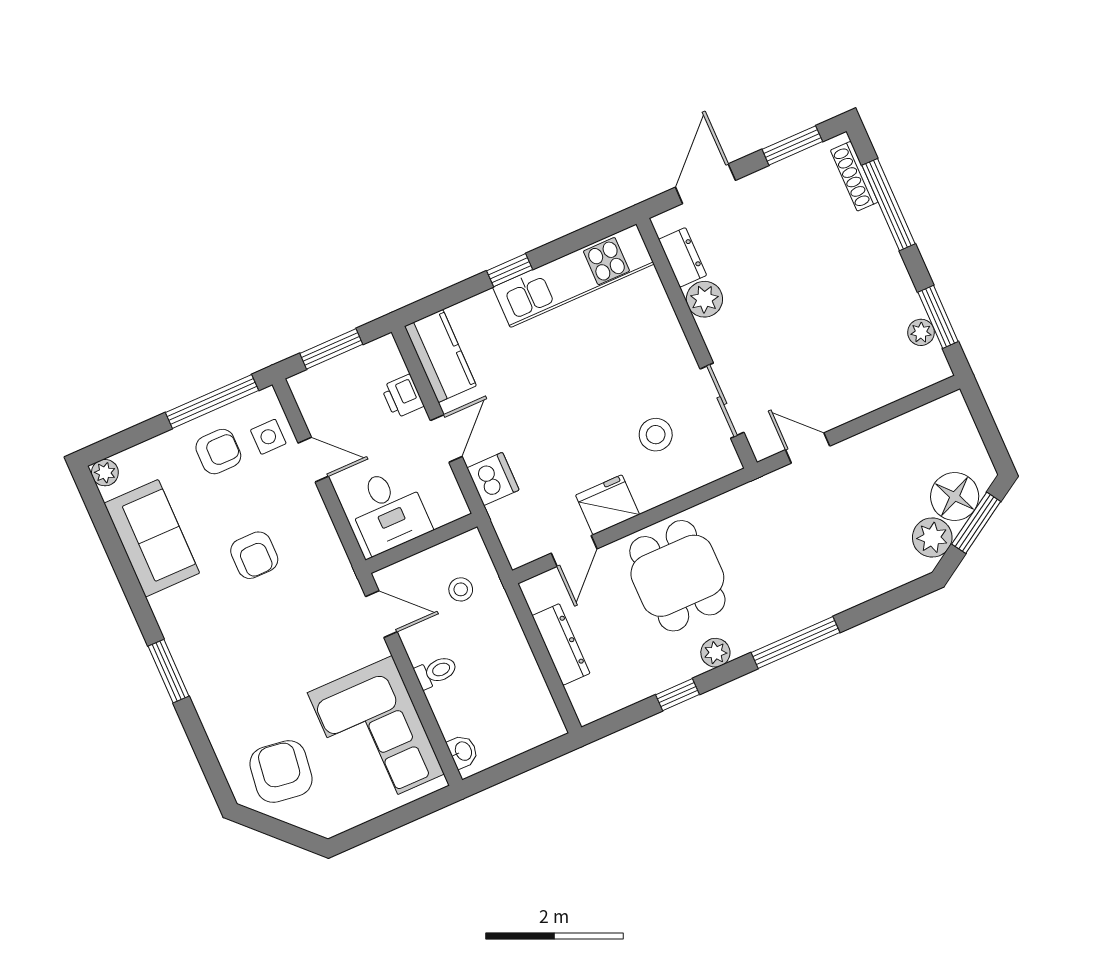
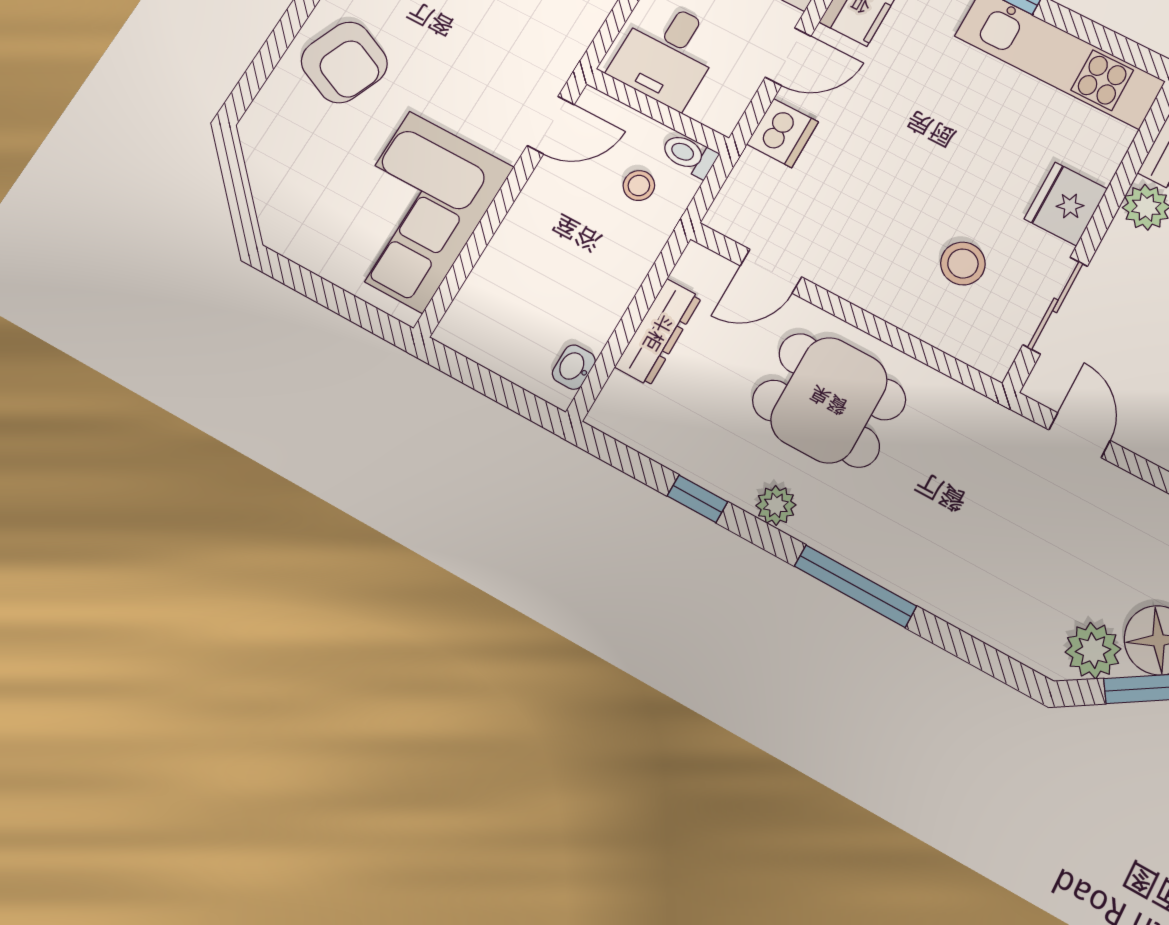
fridge: (607, 505) -> (1066, 204), moved, turned -90
dining table: (677, 576) -> (829, 400), turned 90
door: (381, 614) -> (551, 125), hinge flipped
toilet: (436, 672) -> (689, 155), moved, turned 180
washbasin: (463, 751) -> (574, 367), moved, turned 180
armchair: (281, 772) -> (344, 62), moved, turned 105

